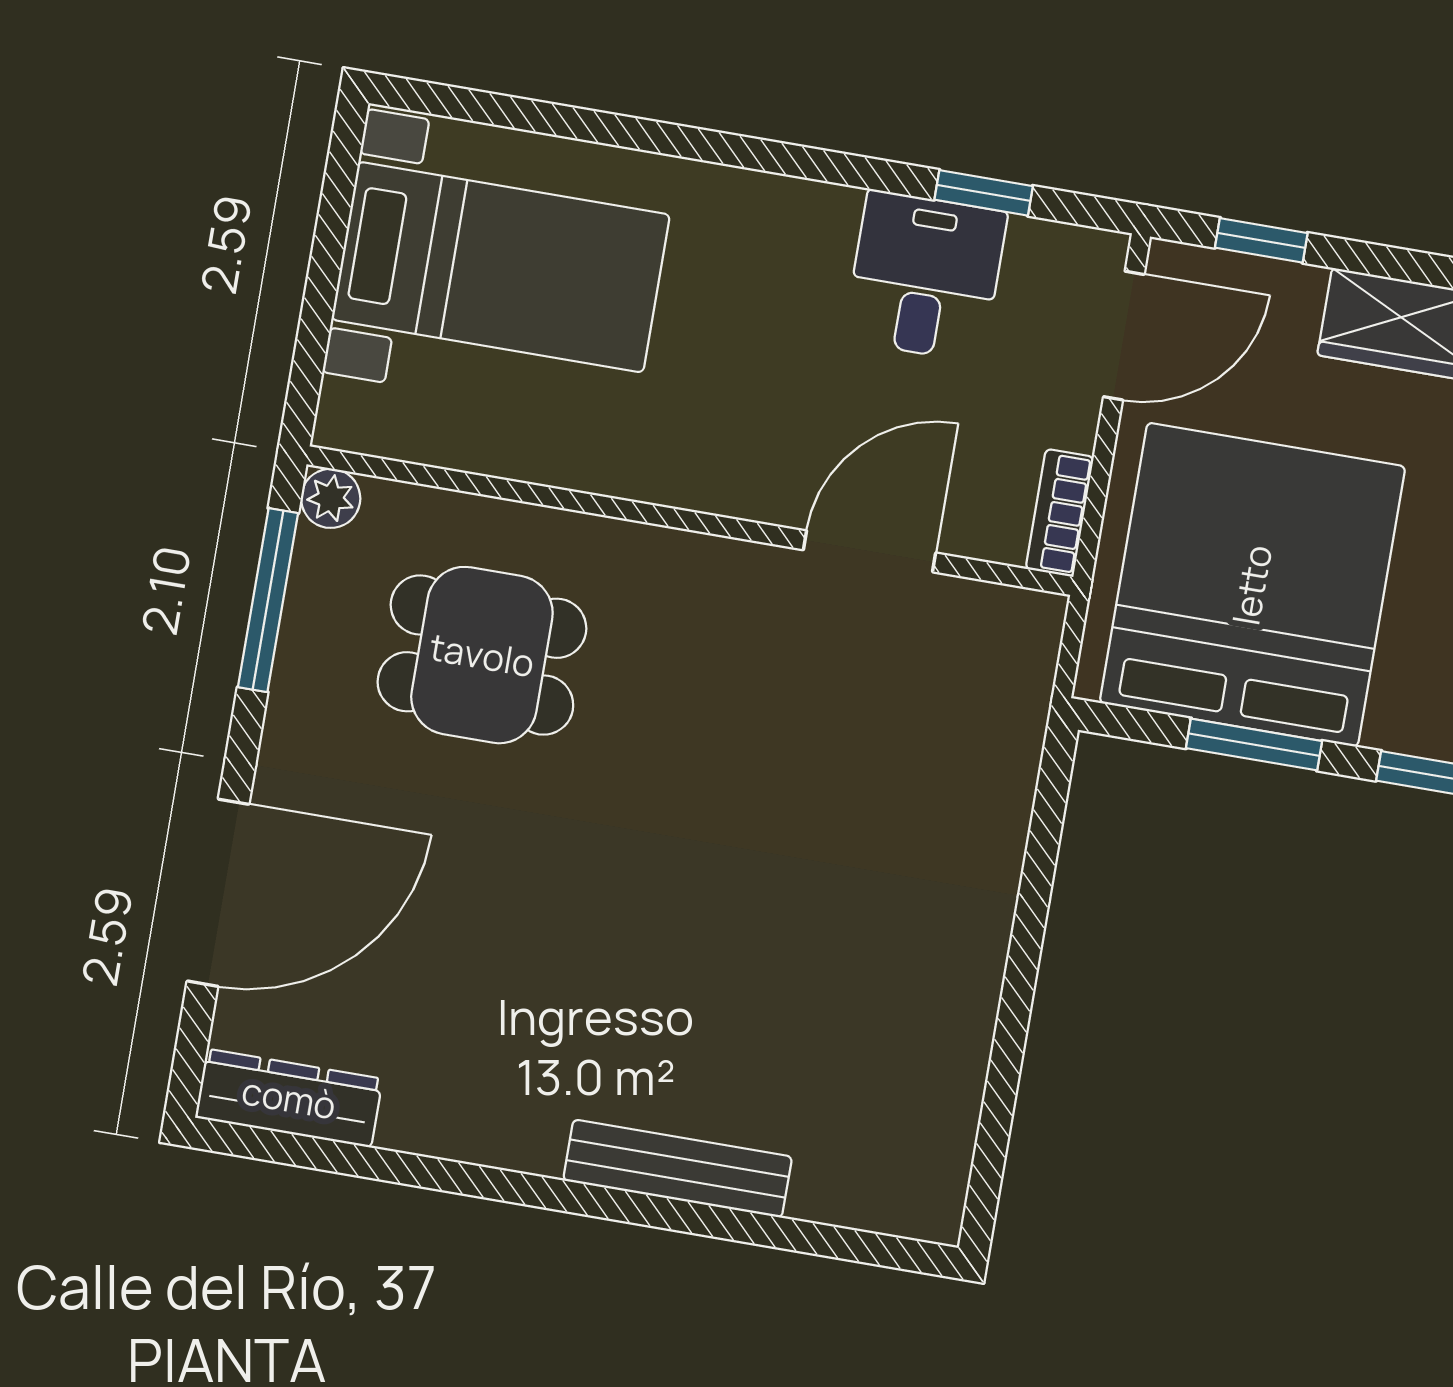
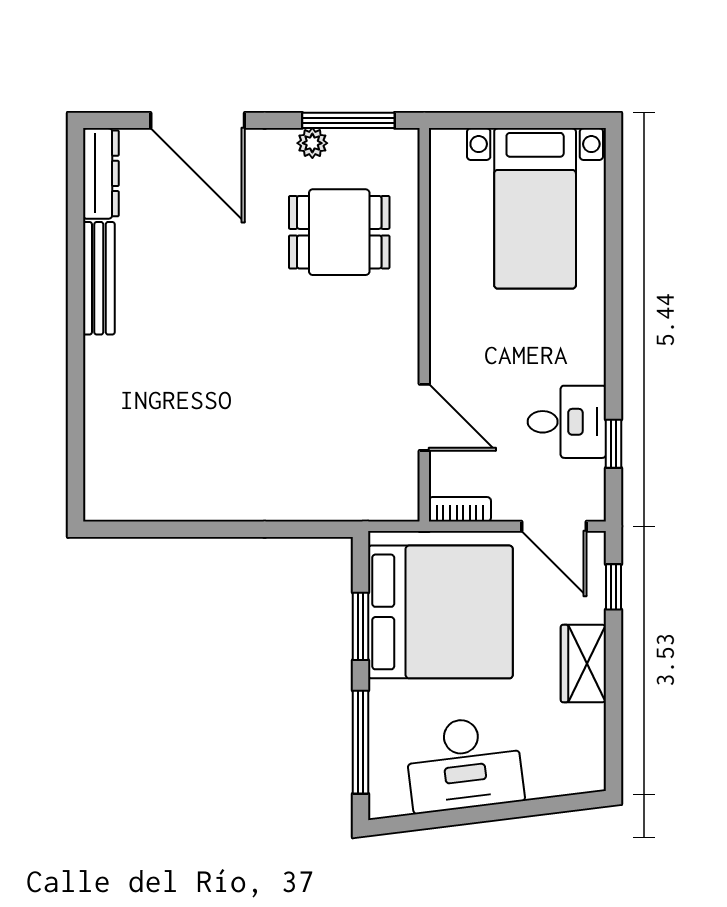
plant: (331, 498) -> (312, 143), moved
dining table: (482, 655) -> (339, 232), turned 90
bench: (678, 1169) -> (99, 278), moved

